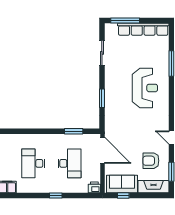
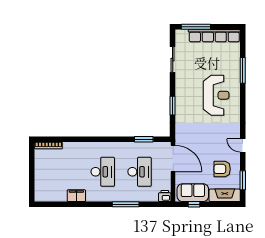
desk: (33, 163) -> (103, 172), turned 180
window: (56, 196) -> (126, 204), width x2.17

